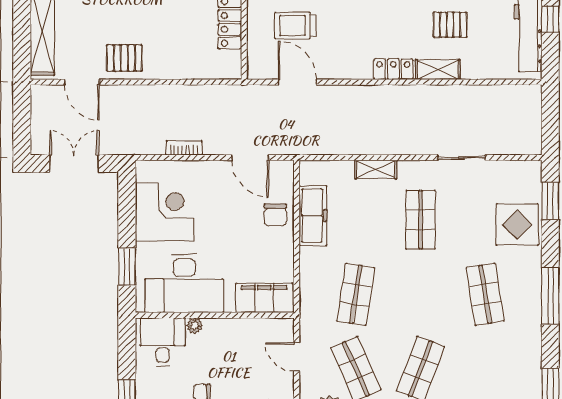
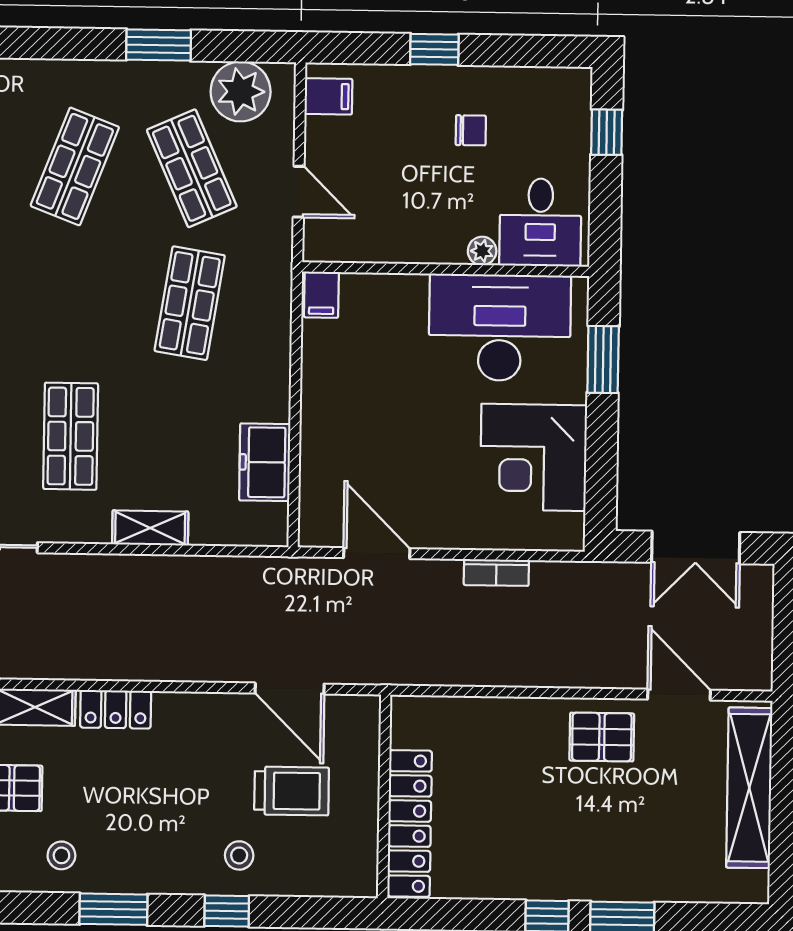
chair: (275, 215) -> (333, 449), removed
freezer: (313, 215) -> (265, 462), width x0.71
filing cabinet: (264, 298) -> (321, 295), width x0.33, depth x0.86

